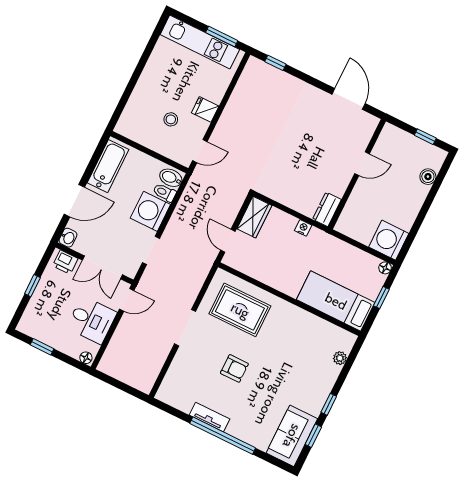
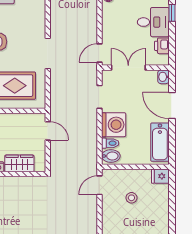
fridge: (205, 109) -> (160, 176), moved, turned 180
door: (74, 201) -> (172, 106), hinge flipped
wardrobe: (254, 217) -> (19, 163), moved, turned 90
printer: (65, 262) -> (162, 46), moved, turned -90
window: (32, 286) -> (172, 13), moved
desk: (92, 320) -> (153, 22), moved, turned 180

